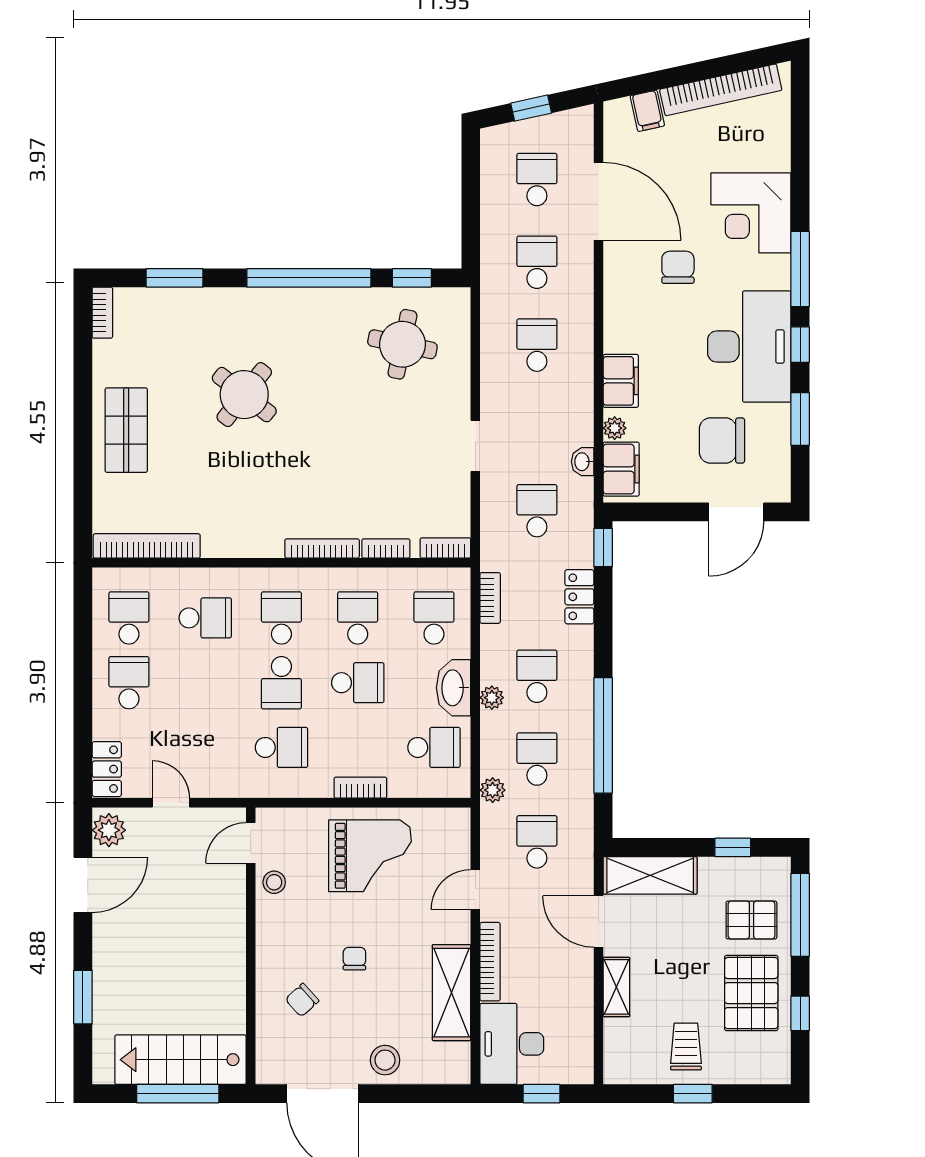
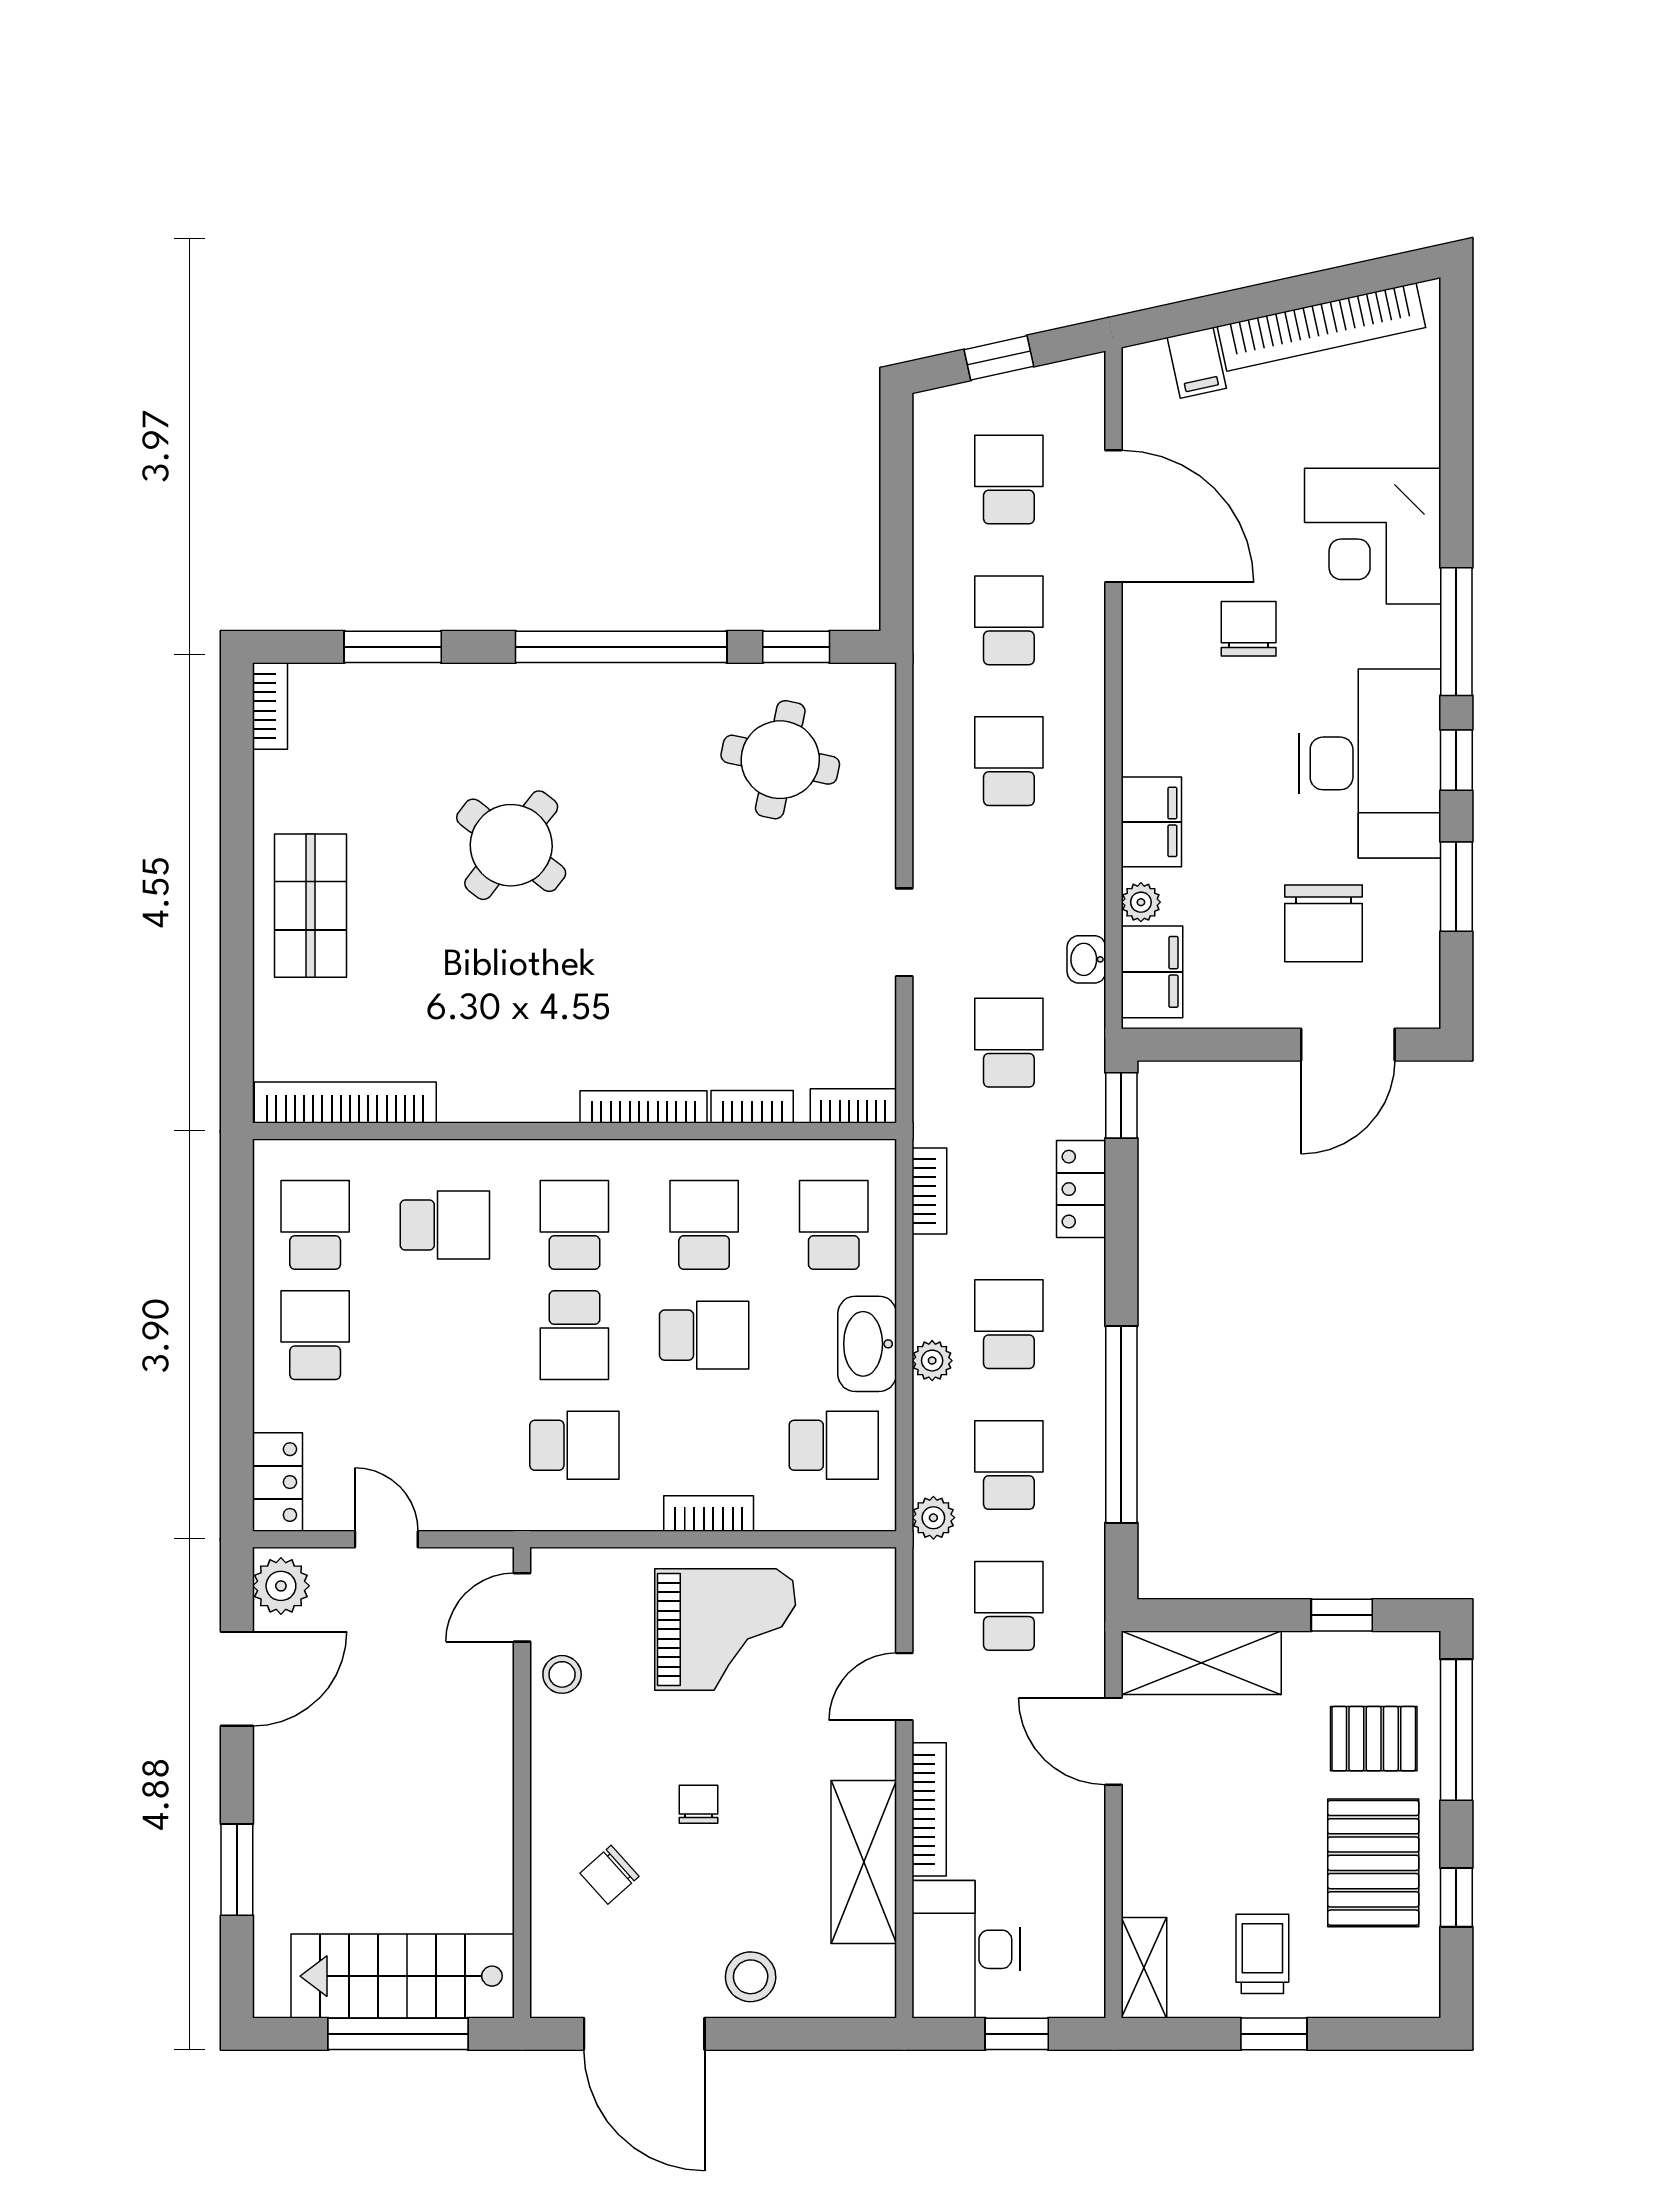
chair: (722, 441) -> (1324, 923), turned -90
shelving: (616, 987) -> (1144, 1968), moved

